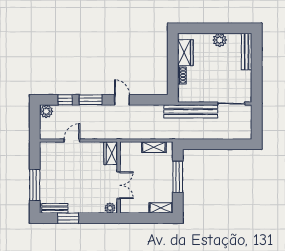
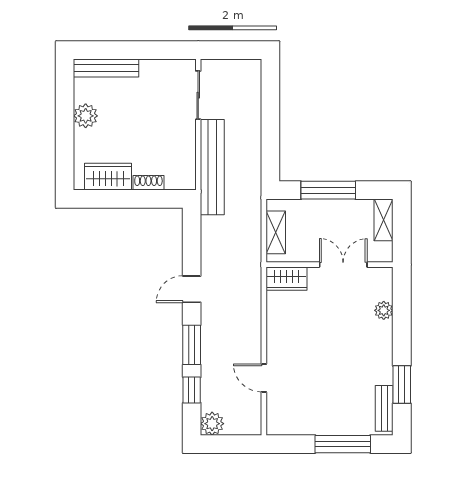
wardrobe: (111, 153) -> (286, 279), moved
wall: (119, 177) -> (330, 265), moved
double door: (119, 185) -> (343, 265), moved

